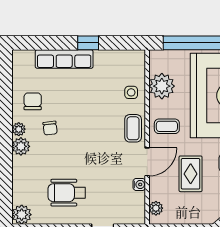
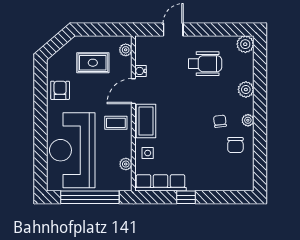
row of seats: (64, 59) -> (161, 183), moved
plant: (162, 86) -> (126, 164), width x0.53, depth x0.53
coffee table: (133, 128) -> (146, 121), width x1.36, depth x1.30
plant: (21, 146) -> (246, 89), moved
rug: (191, 174) -> (93, 63), moved, turned 90

